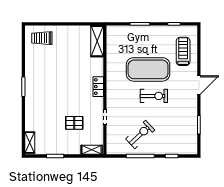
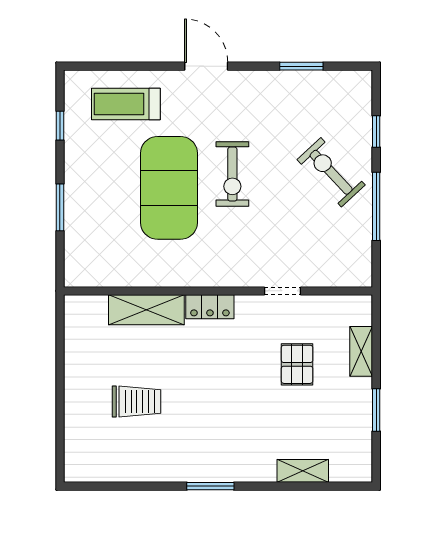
trolley: (42, 38) -> (137, 402), moved, turned -90
shelving: (97, 41) -> (146, 310), moved
exercise bike: (154, 96) -> (232, 174), turned 180
exercise bike: (140, 135) -> (331, 172), moved
shelving: (30, 143) -> (303, 471), moved
shelving: (92, 150) -> (361, 351), moved

